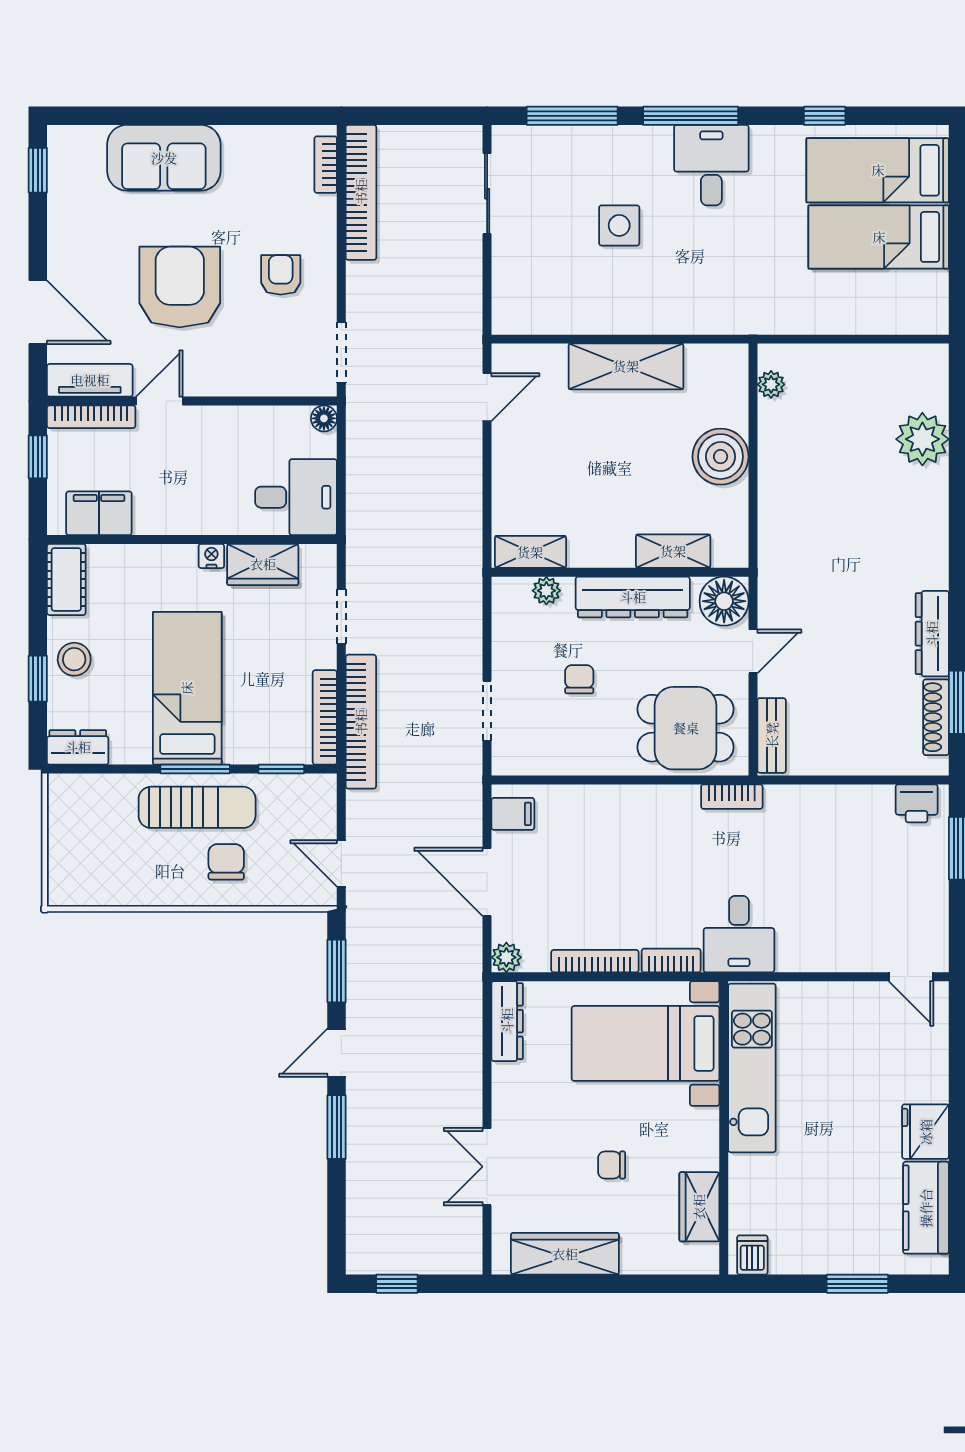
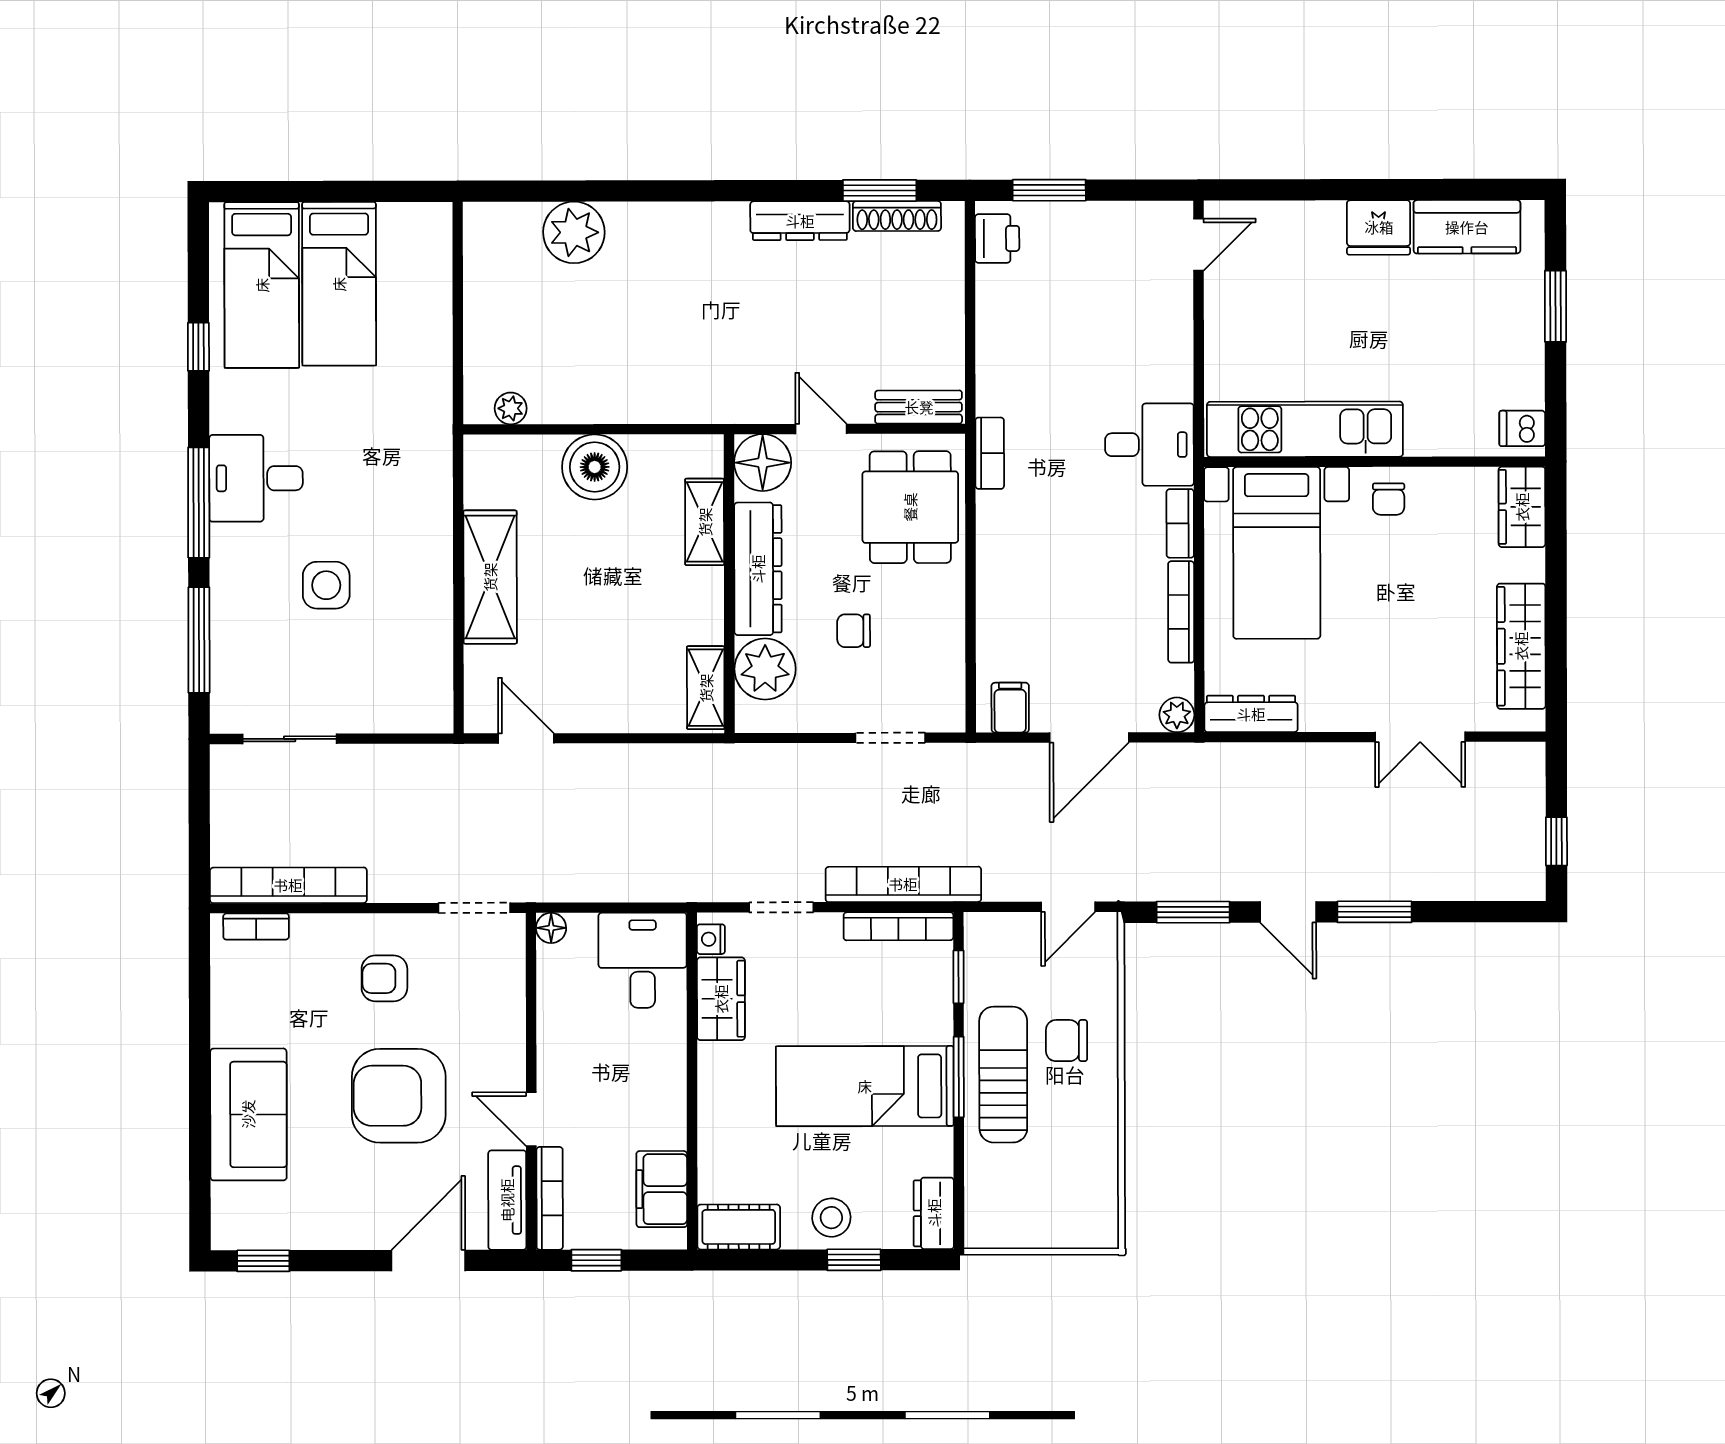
nightstand: (211, 556) -> (711, 939), moved
plant: (546, 591) -> (765, 669), width x1.87, depth x1.87
chair: (612, 1165) -> (1389, 499), moved
wardrobe: (699, 1207) -> (1522, 507), moved, turned 90

